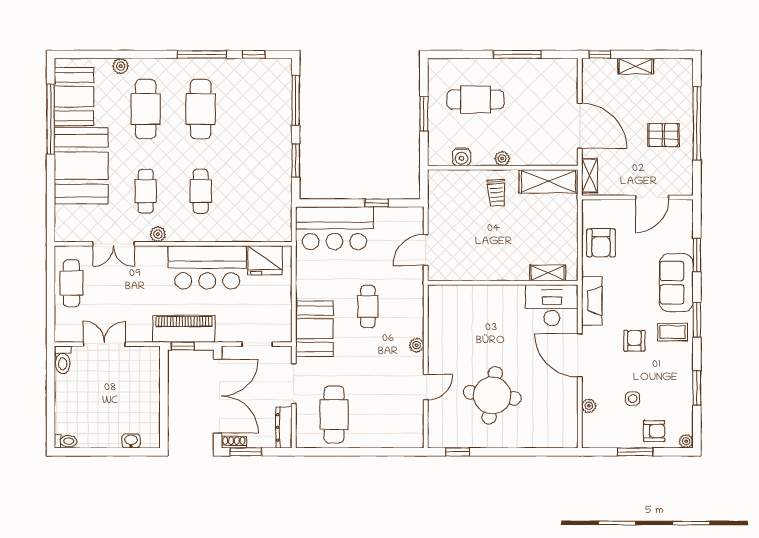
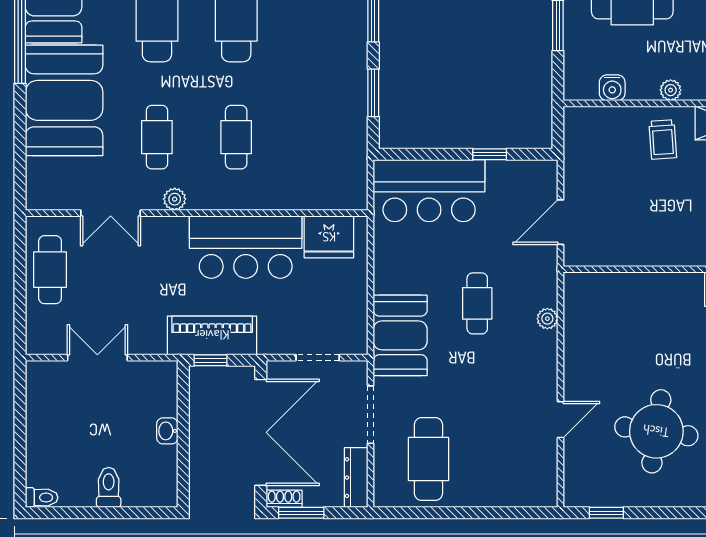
plant: (417, 345) -> (547, 319), moved
toilet: (63, 360) -> (109, 487), moved, turned 180
washbasin: (131, 441) -> (167, 431), moved, turned -90

